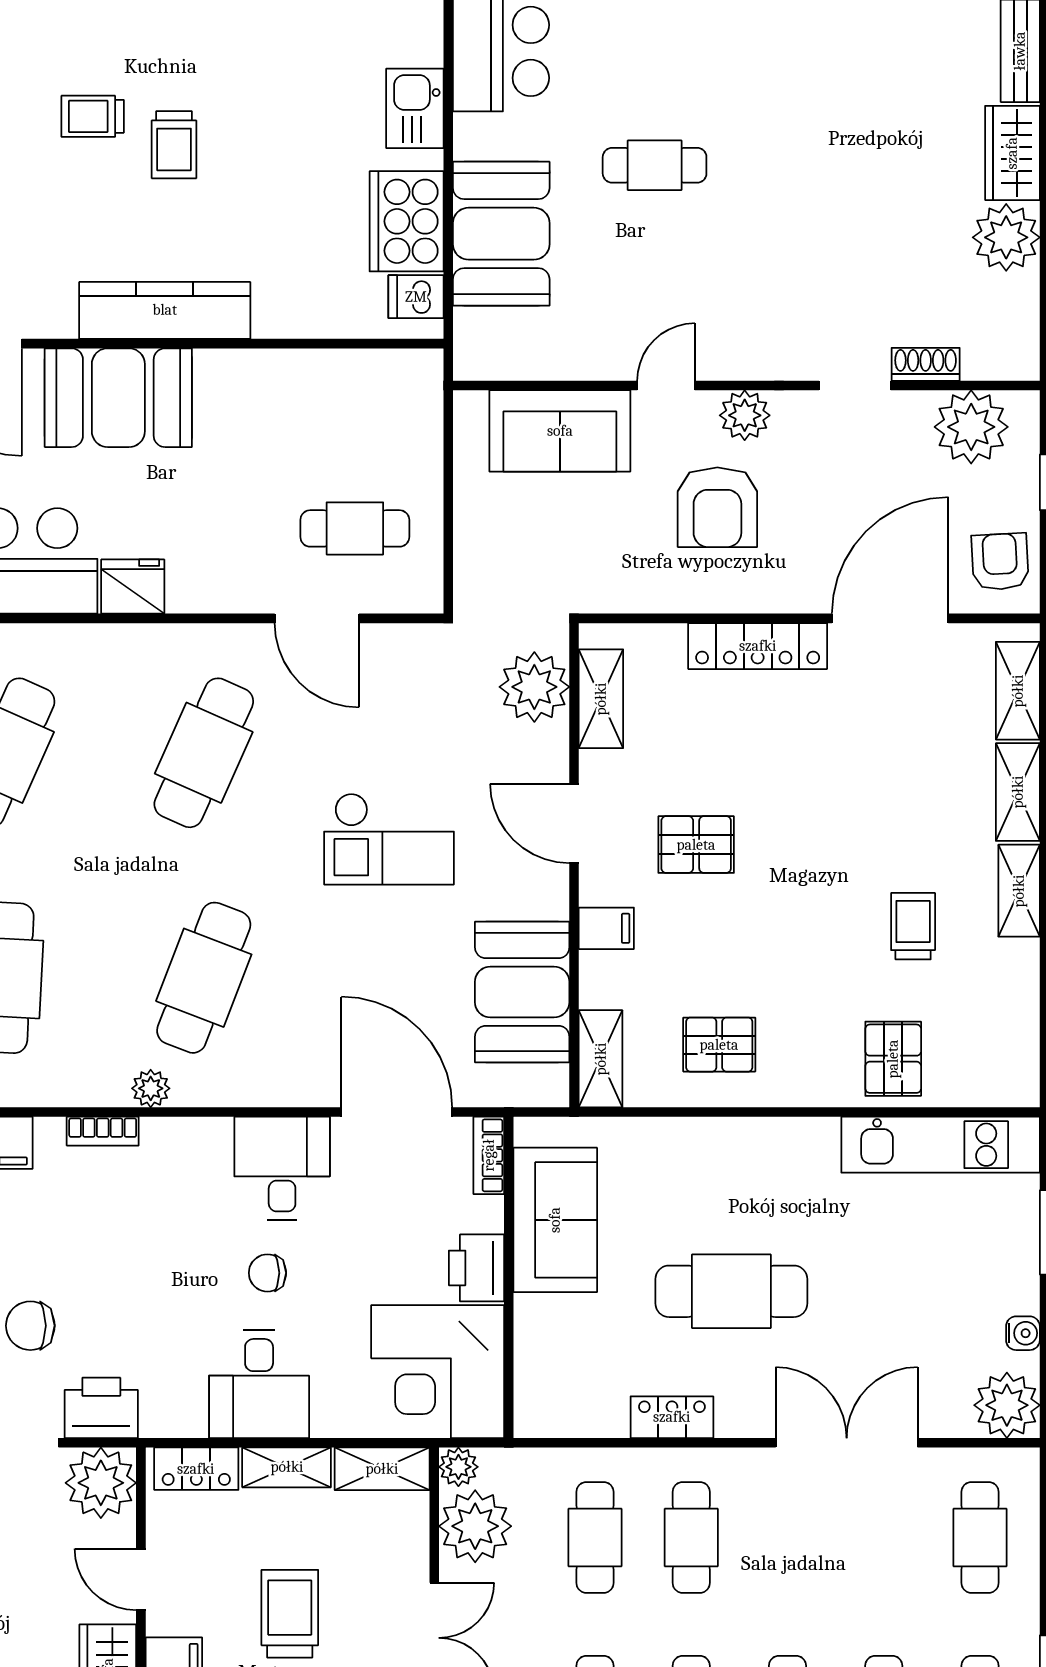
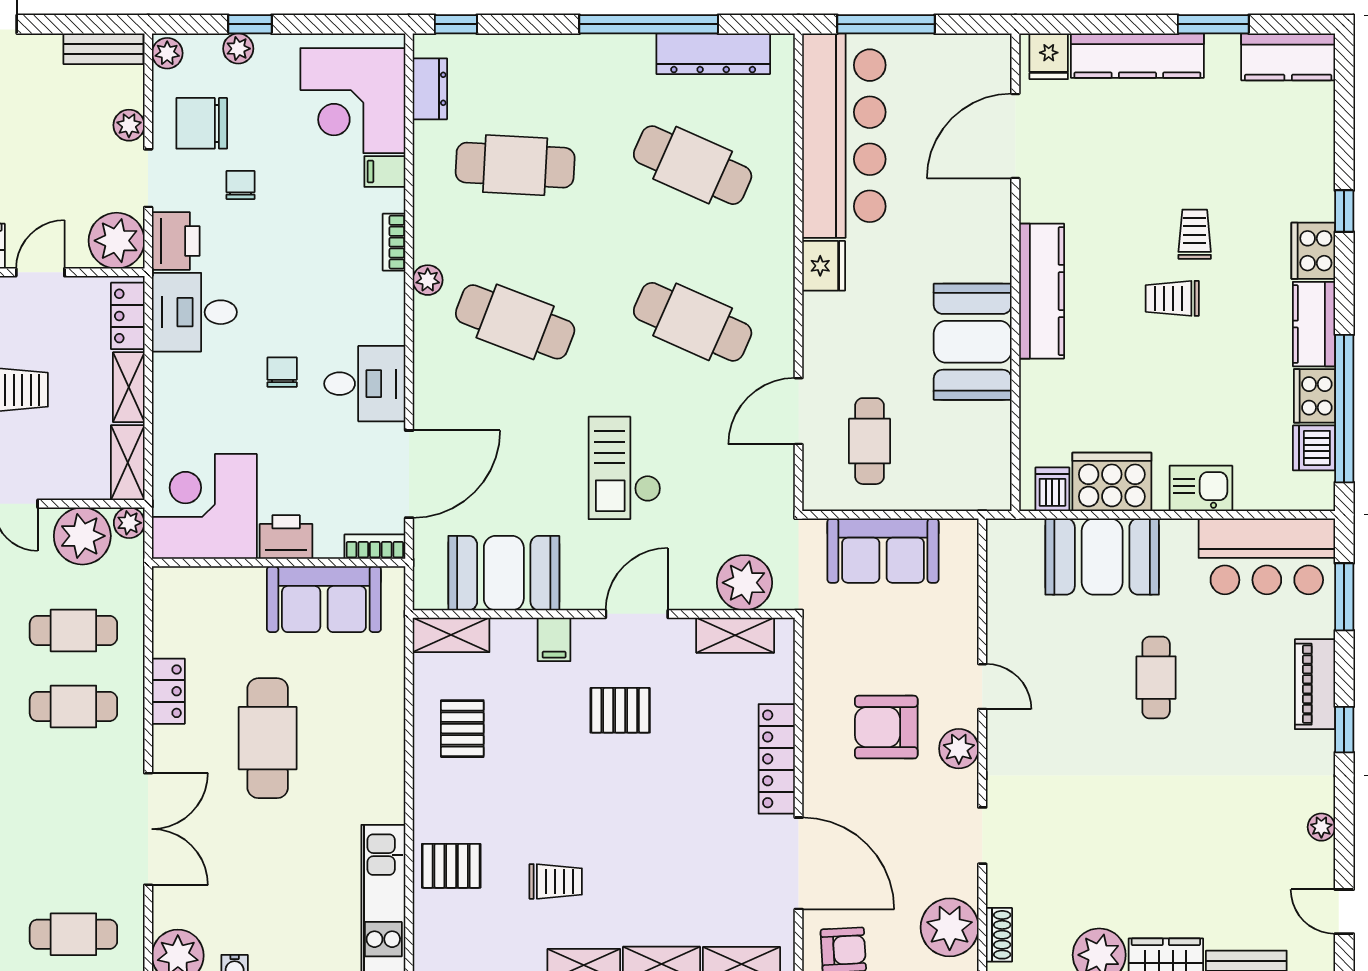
shoe rack: (926, 364) -> (999, 935), moved
booth: (118, 398) -> (973, 342), moved
sofa: (560, 431) -> (883, 551), moved, turned -90
pallet: (696, 845) -> (620, 710), turned 90
chair: (30, 1326) -> (241, 185), width x0.73, depth x0.73
desk: (259, 1384) -> (194, 312), moved

